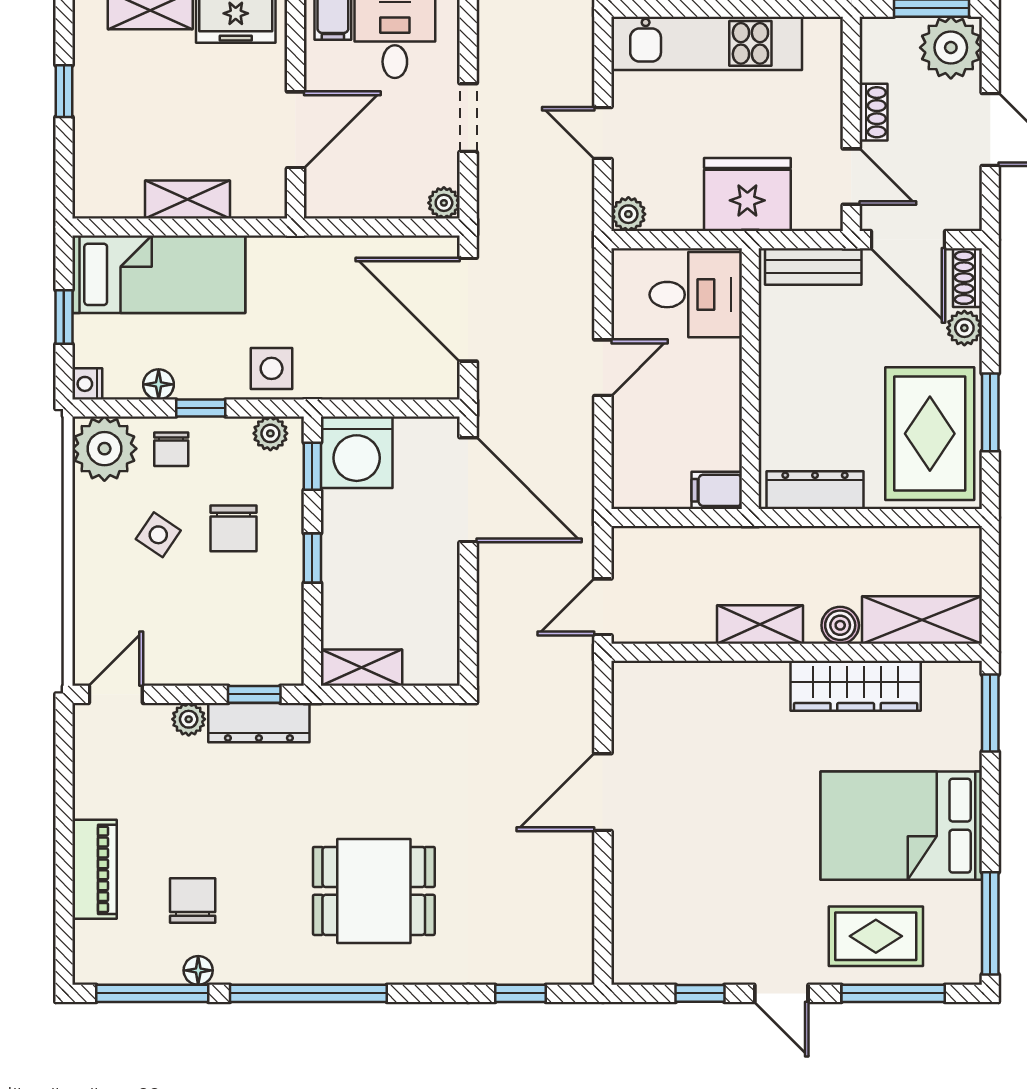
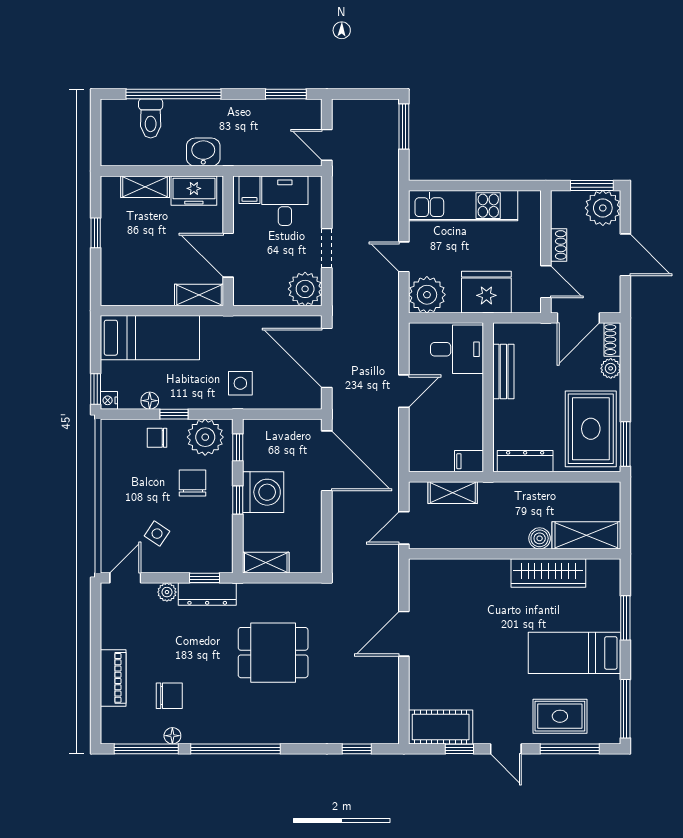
door: (295, 130) -> (228, 255), swing flipped
shelving: (187, 200) -> (199, 295), moved
plant: (444, 203) -> (305, 289), width x1.88, depth x1.88
plant: (628, 214) -> (427, 295), width x1.87, depth x1.87
door: (908, 240) -> (578, 318), hinge flipped
bench: (813, 266) -> (503, 371), moved, turned 90
window: (64, 317) -> (96, 389), moved
side table: (272, 368) -> (240, 383), moved
window: (990, 412) -> (625, 444), moved
plant: (270, 433) -> (205, 437), width x1.87, depth x1.87
plant: (104, 449) -> (119, 437), removed
chair: (171, 449) -> (157, 438), turned 90
washing machine: (357, 452) -> (263, 492), moved, turned -90
chair: (233, 528) -> (193, 483), turned 180
side table: (158, 535) -> (157, 534), moved
shelving: (760, 625) -> (453, 493), moved
window: (990, 713) -> (625, 618), moved
bed: (901, 826) -> (574, 653), width x0.67
dining table: (374, 891) -> (273, 653), moved
chair: (193, 900) -> (169, 696), turned 90
cot: (667, 955) -> (441, 727), added

